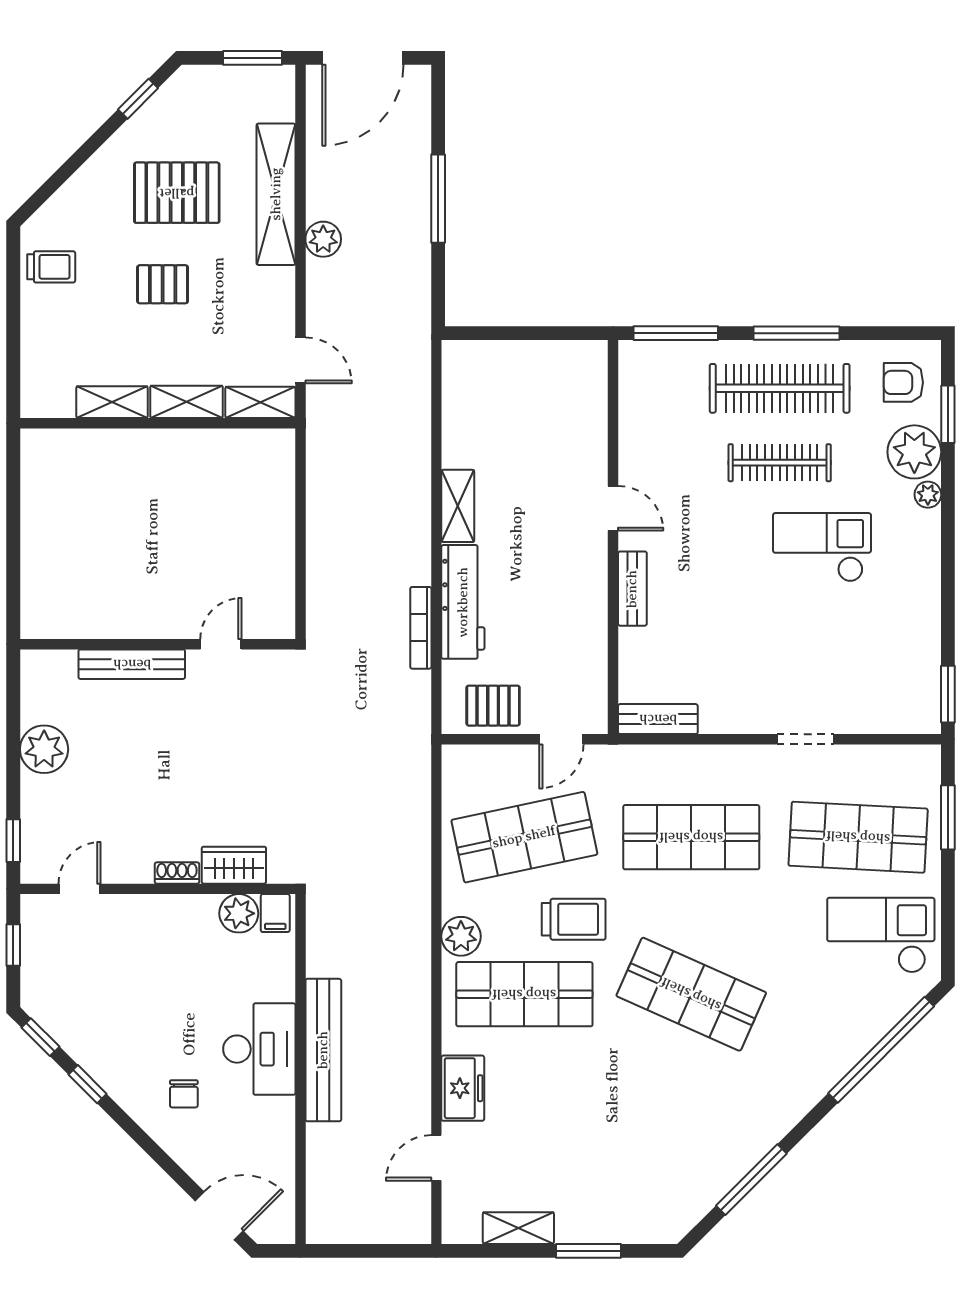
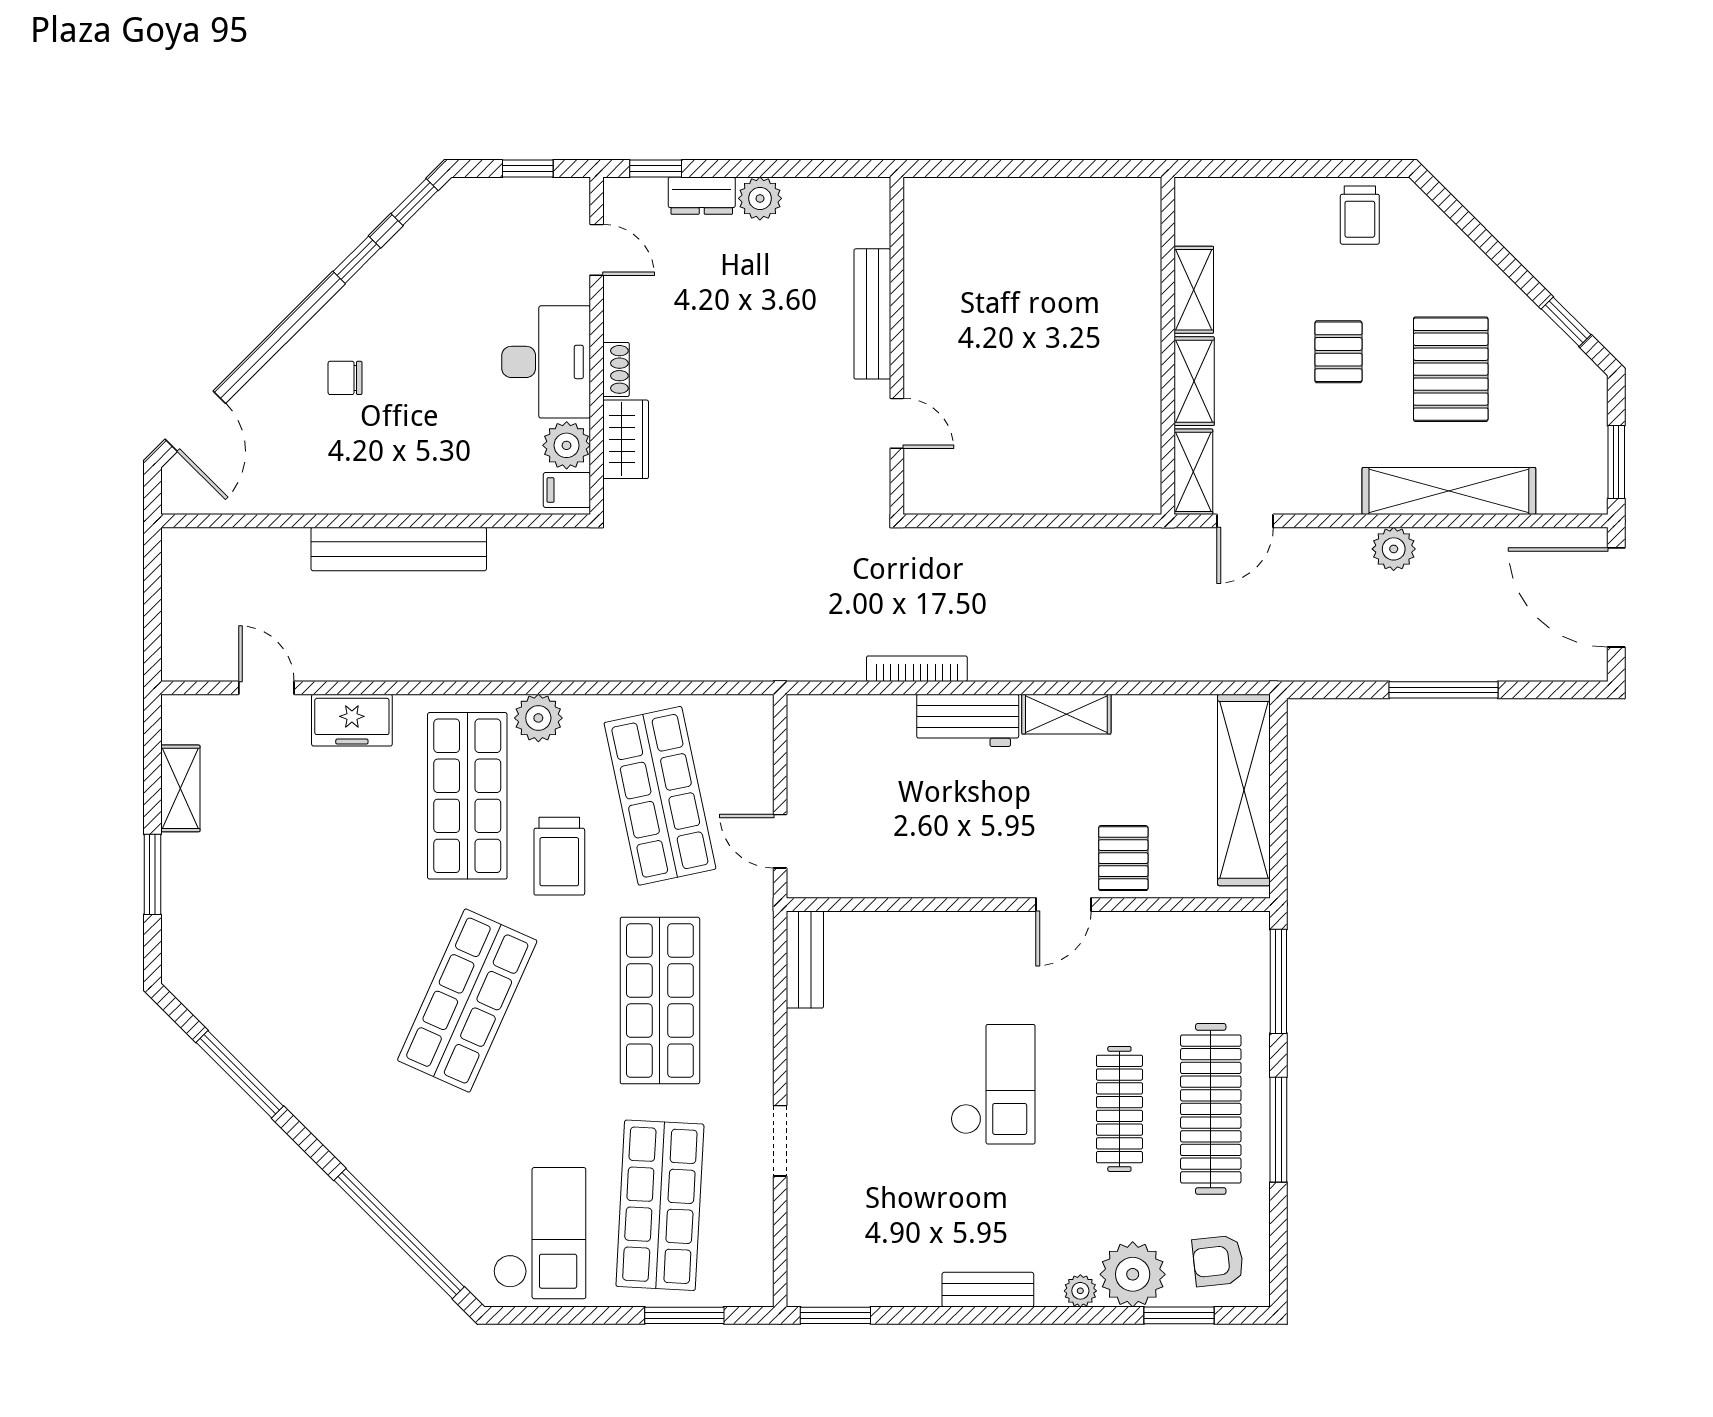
shelving: (520, 361) -> (1244, 790), added
armchair: (903, 382) -> (1218, 1261), turned -96
checkout: (822, 547) -> (993, 1084), moved
bench: (632, 589) -> (988, 1290), moved
workbench: (463, 602) -> (968, 720), width x0.73
pallet: (493, 706) -> (1123, 858), moved
plant: (44, 749) -> (760, 198), width x0.73, depth x0.73
dresser: (35, 803) -> (702, 196), added
desk: (259, 1049) -> (546, 362), moved, turned -90

